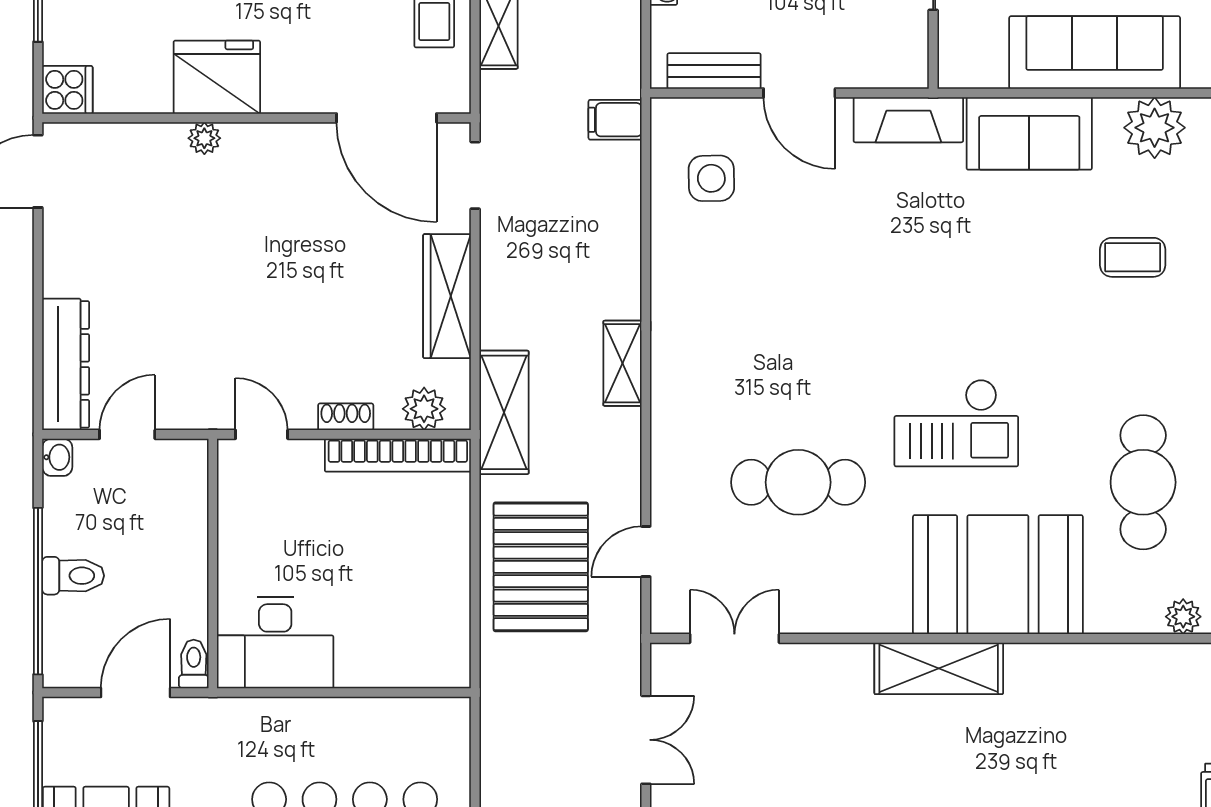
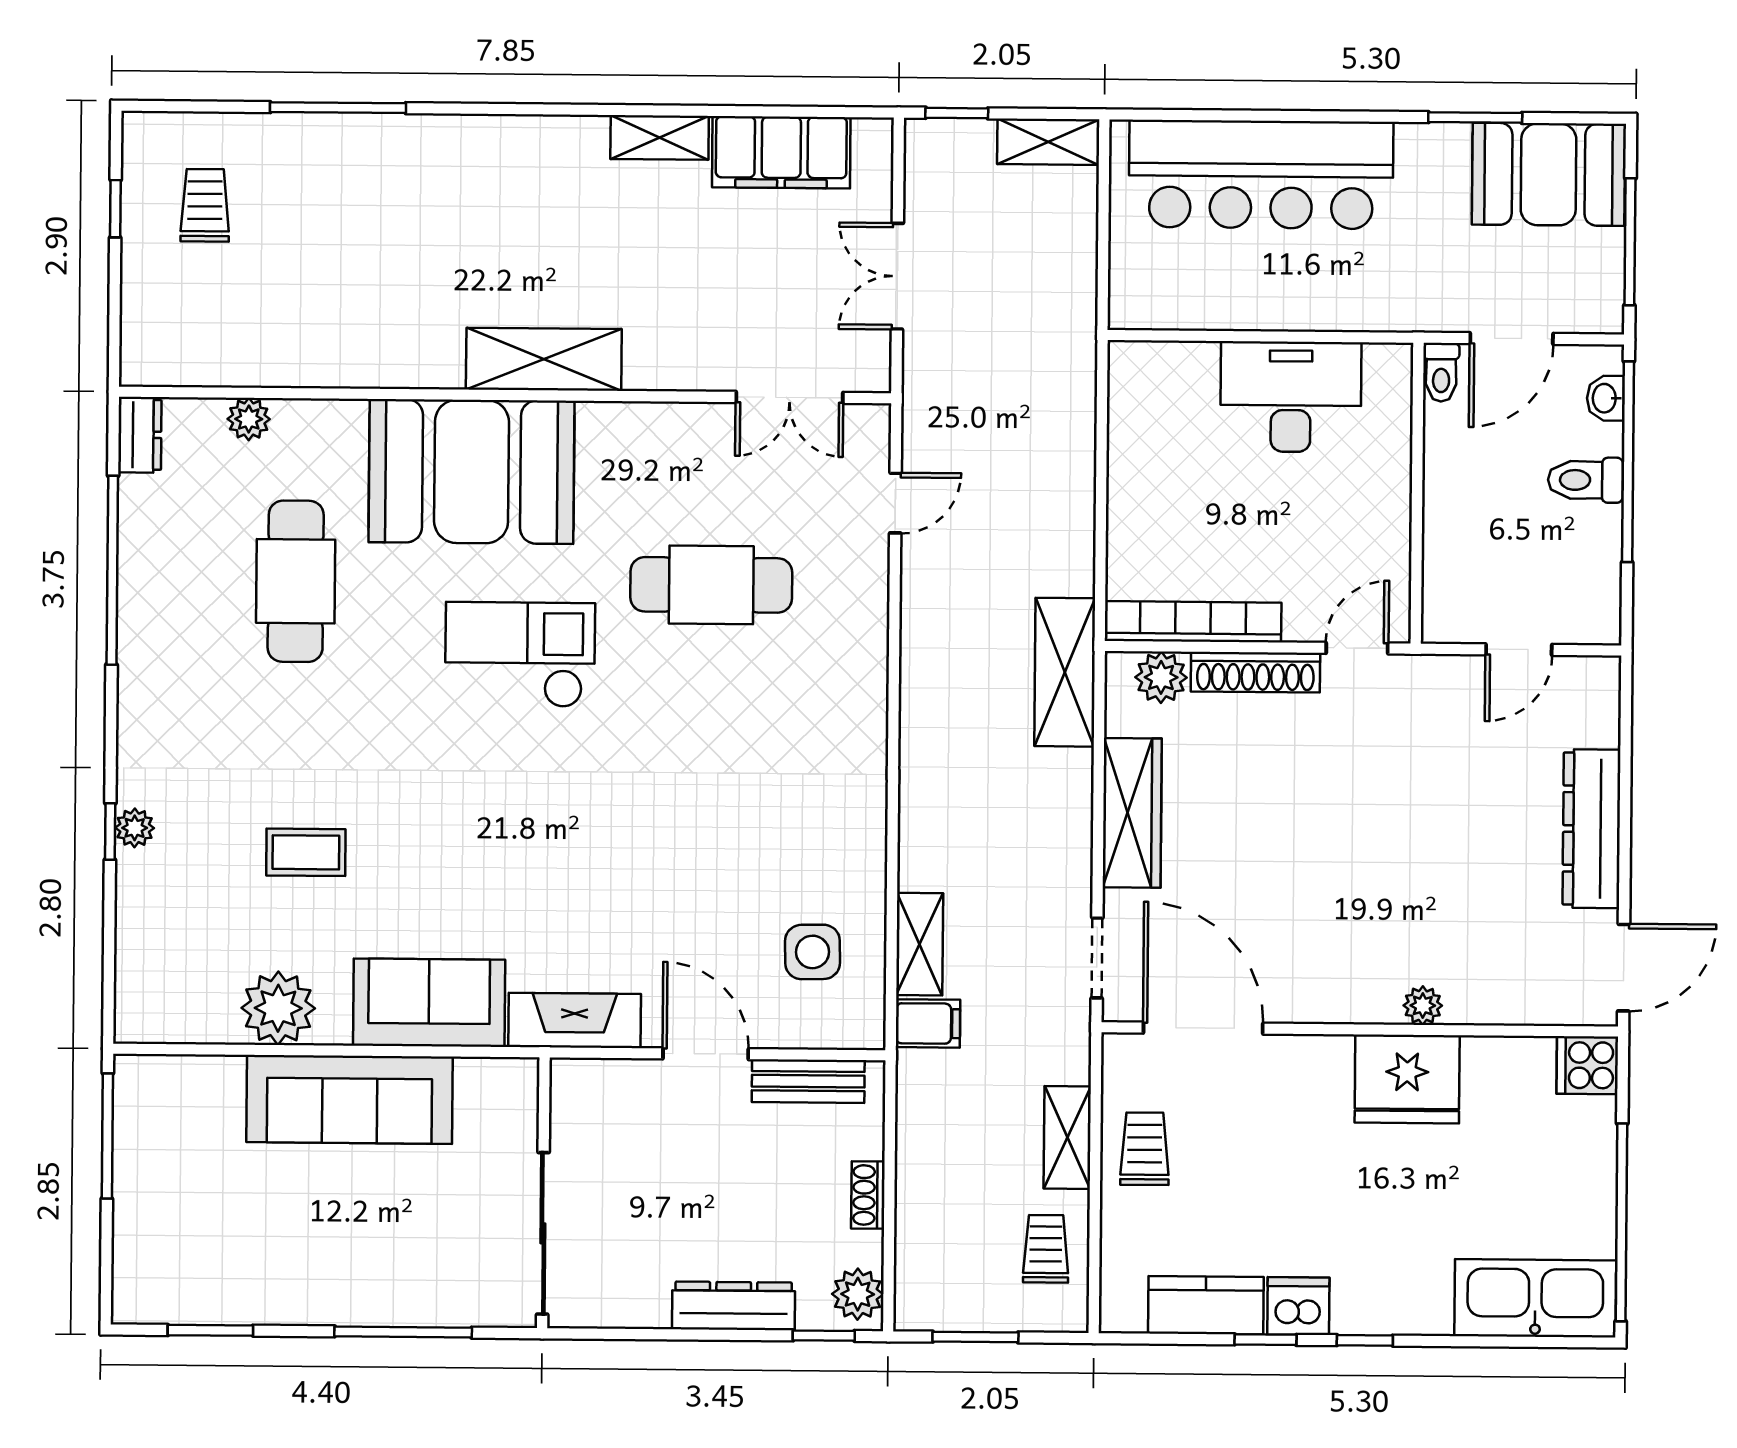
shelving: (623, 363) -> (920, 944), moved
dresser: (66, 364) -> (1592, 829), moved
shoe rack: (346, 417) -> (1255, 672), width x1.94, depth x1.24
door: (262, 434) -> (1357, 648), swing flipped
washbasin: (57, 457) -> (1605, 398), moved
pallet: (541, 567) -> (1022, 486), removed
desk: (275, 643) -> (1291, 397), moved

